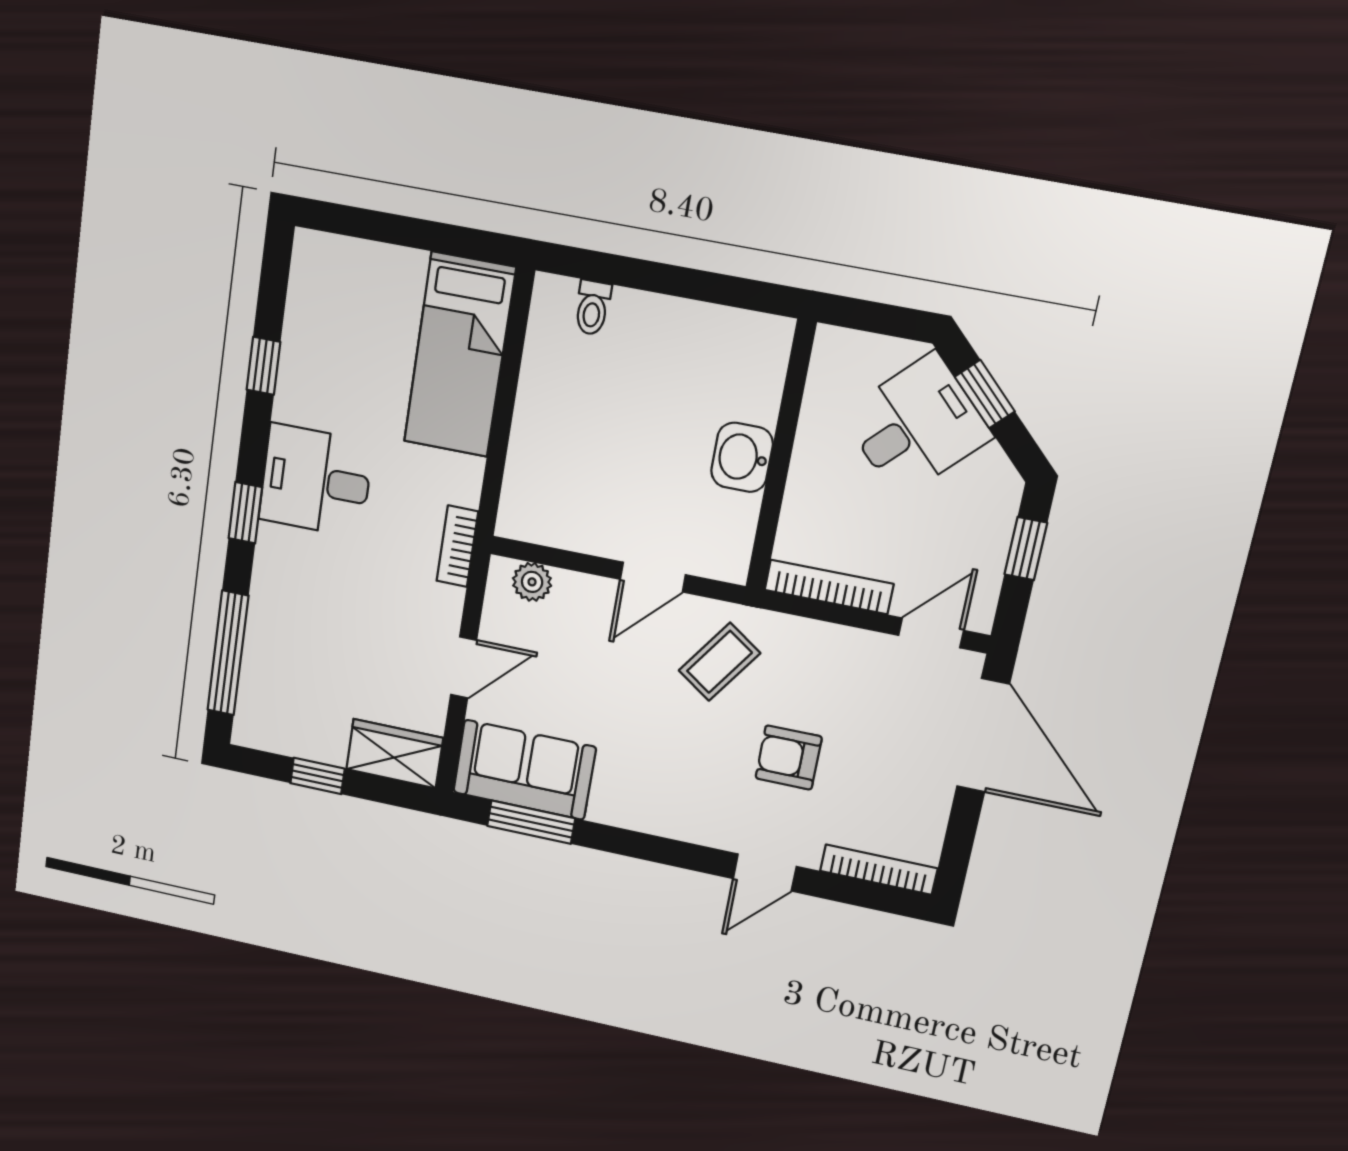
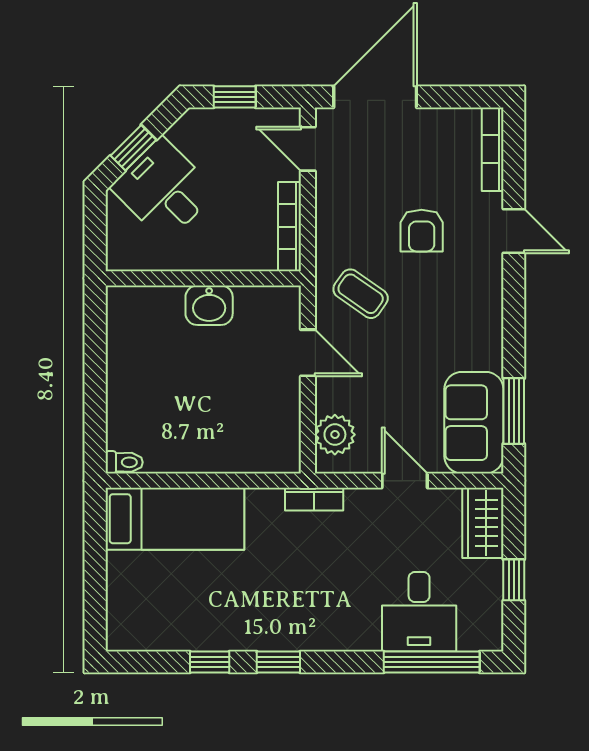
toilet: (592, 308) -> (124, 462), moved
desk: (316, 481) -> (419, 612), moved
window: (245, 513) -> (278, 662), moved
plant: (532, 582) -> (335, 435), width x1.38, depth x1.38

